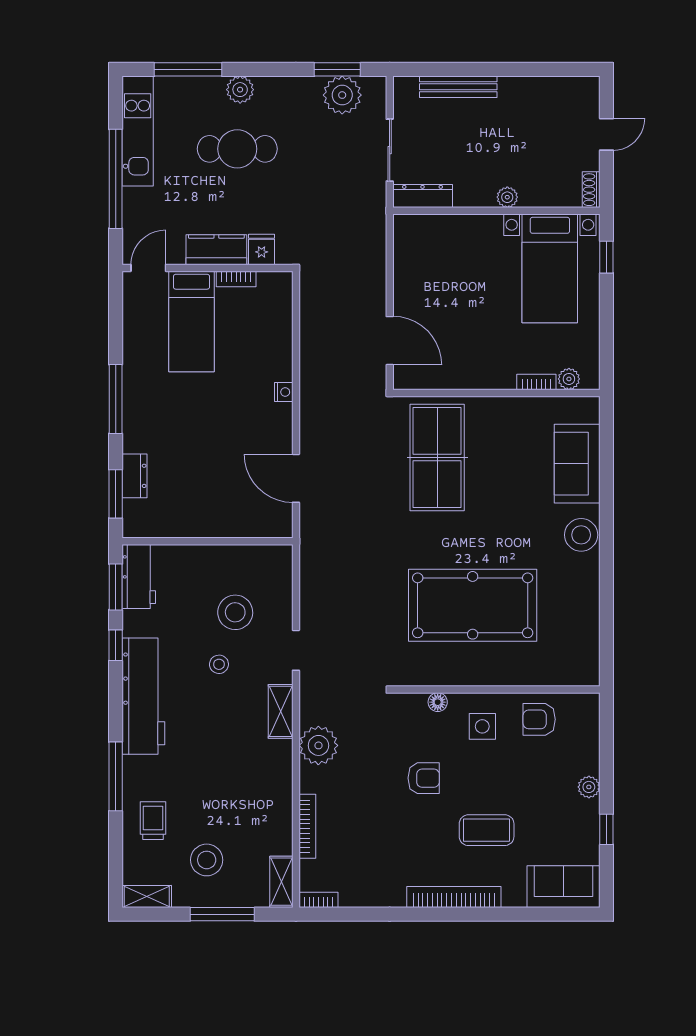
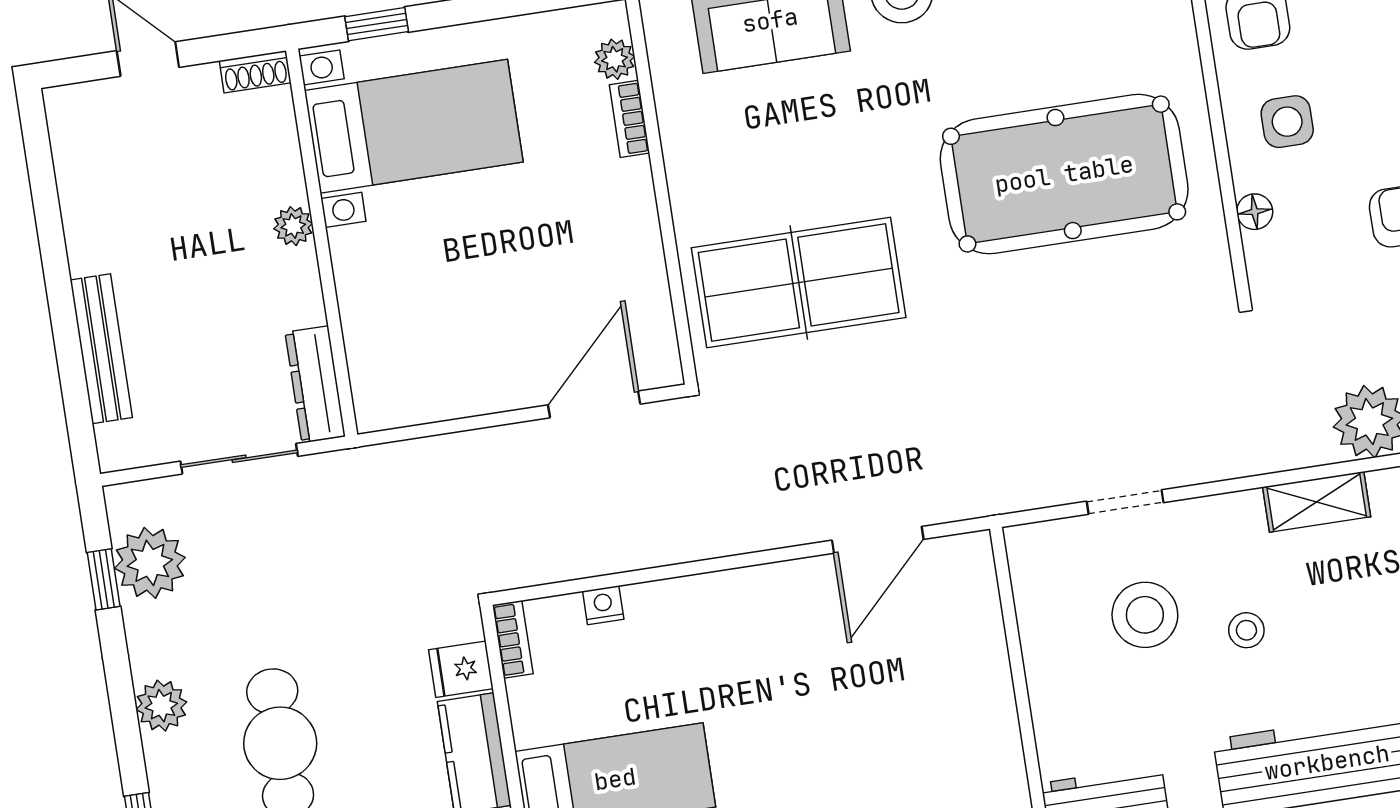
window: (337, 69) -> (104, 579), width x0.67
plant: (240, 90) -> (161, 706), moved
bookcase: (236, 279) -> (513, 639), moved
nightstand: (284, 392) -> (603, 605), moved
pool table: (473, 605) -> (1064, 174), turned 90
doorway: (296, 650) -> (1125, 502), moved

